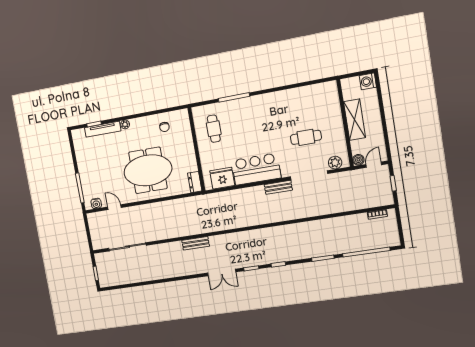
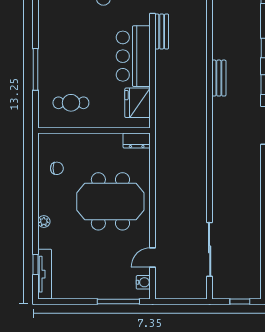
tv unit: (103, 129) -> (45, 274), moved
meeting table: (148, 170) -> (110, 201), turned 90
bench: (196, 243) -> (219, 78), moved

